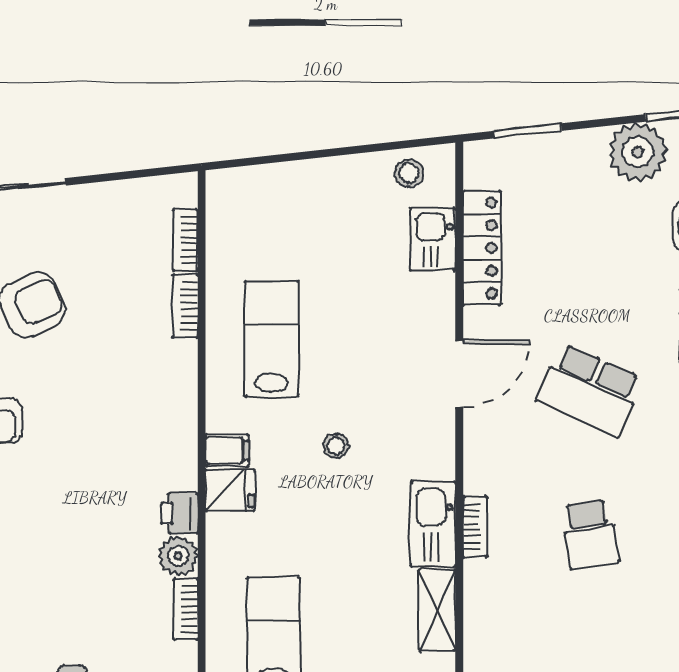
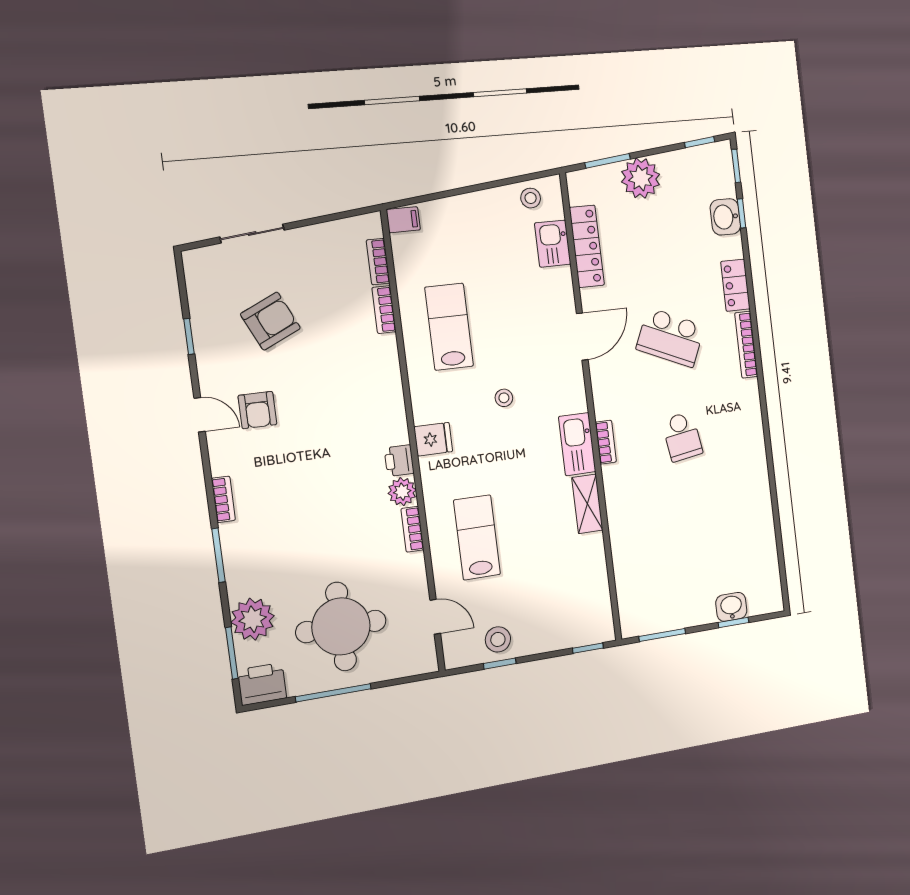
plant: (638, 152) -> (641, 178), moved
filing cabinet: (227, 450) -> (403, 220), moved

